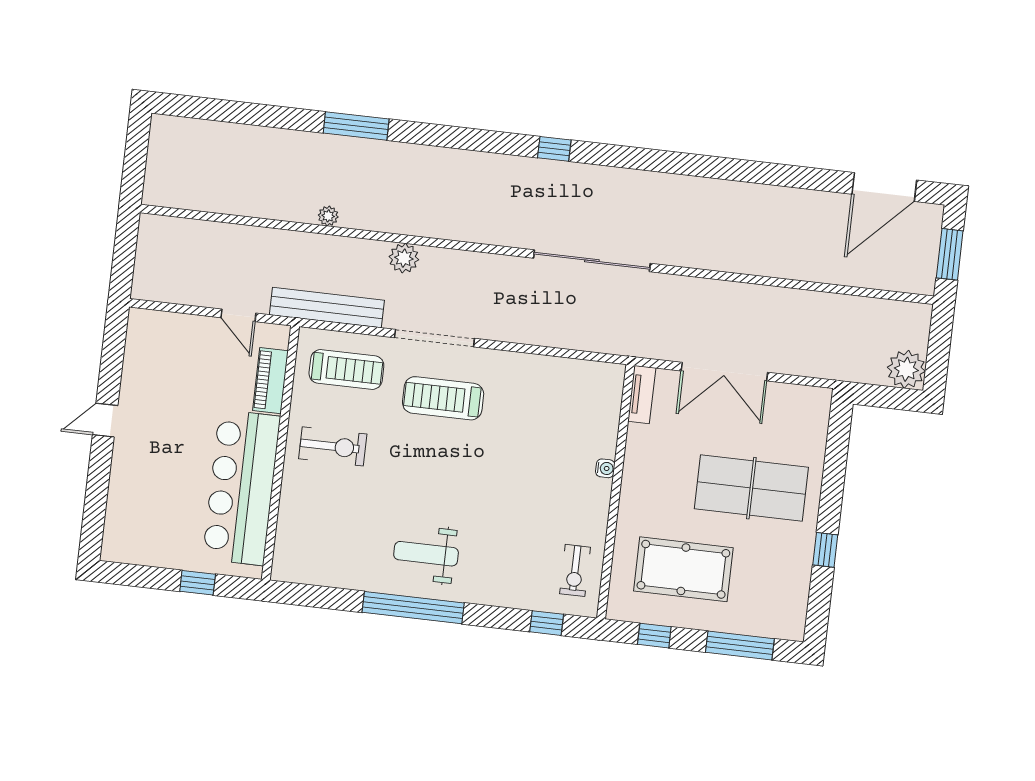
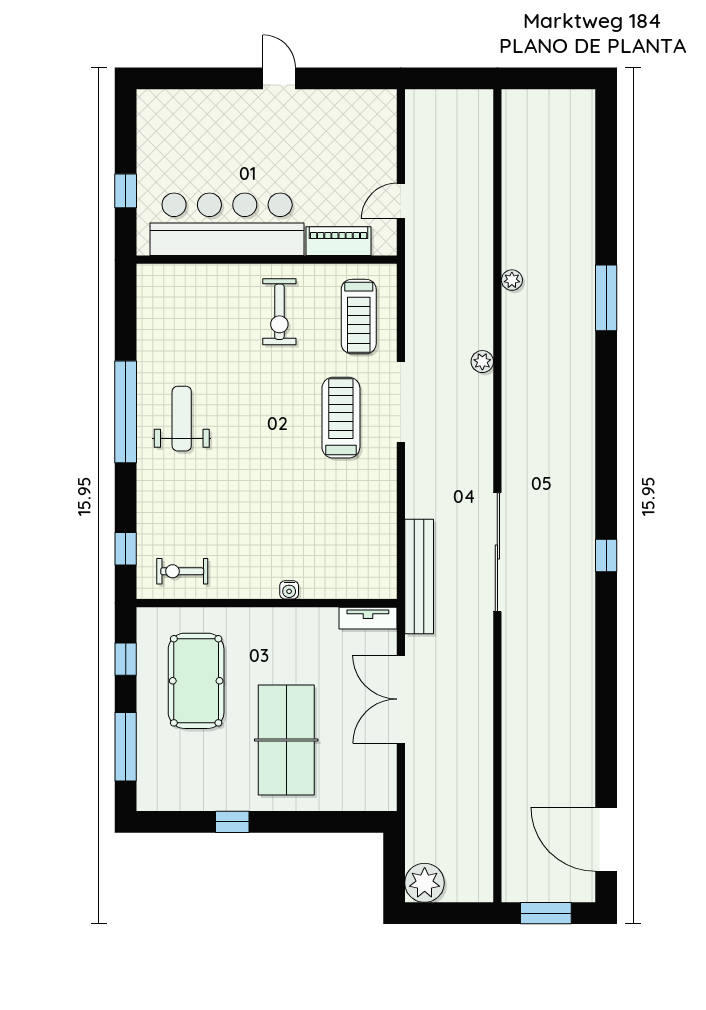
window: (554, 149) -> (606, 555), moved
plant: (404, 258) -> (482, 362), width x0.73, depth x0.73
bench: (327, 308) -> (419, 577), moved

